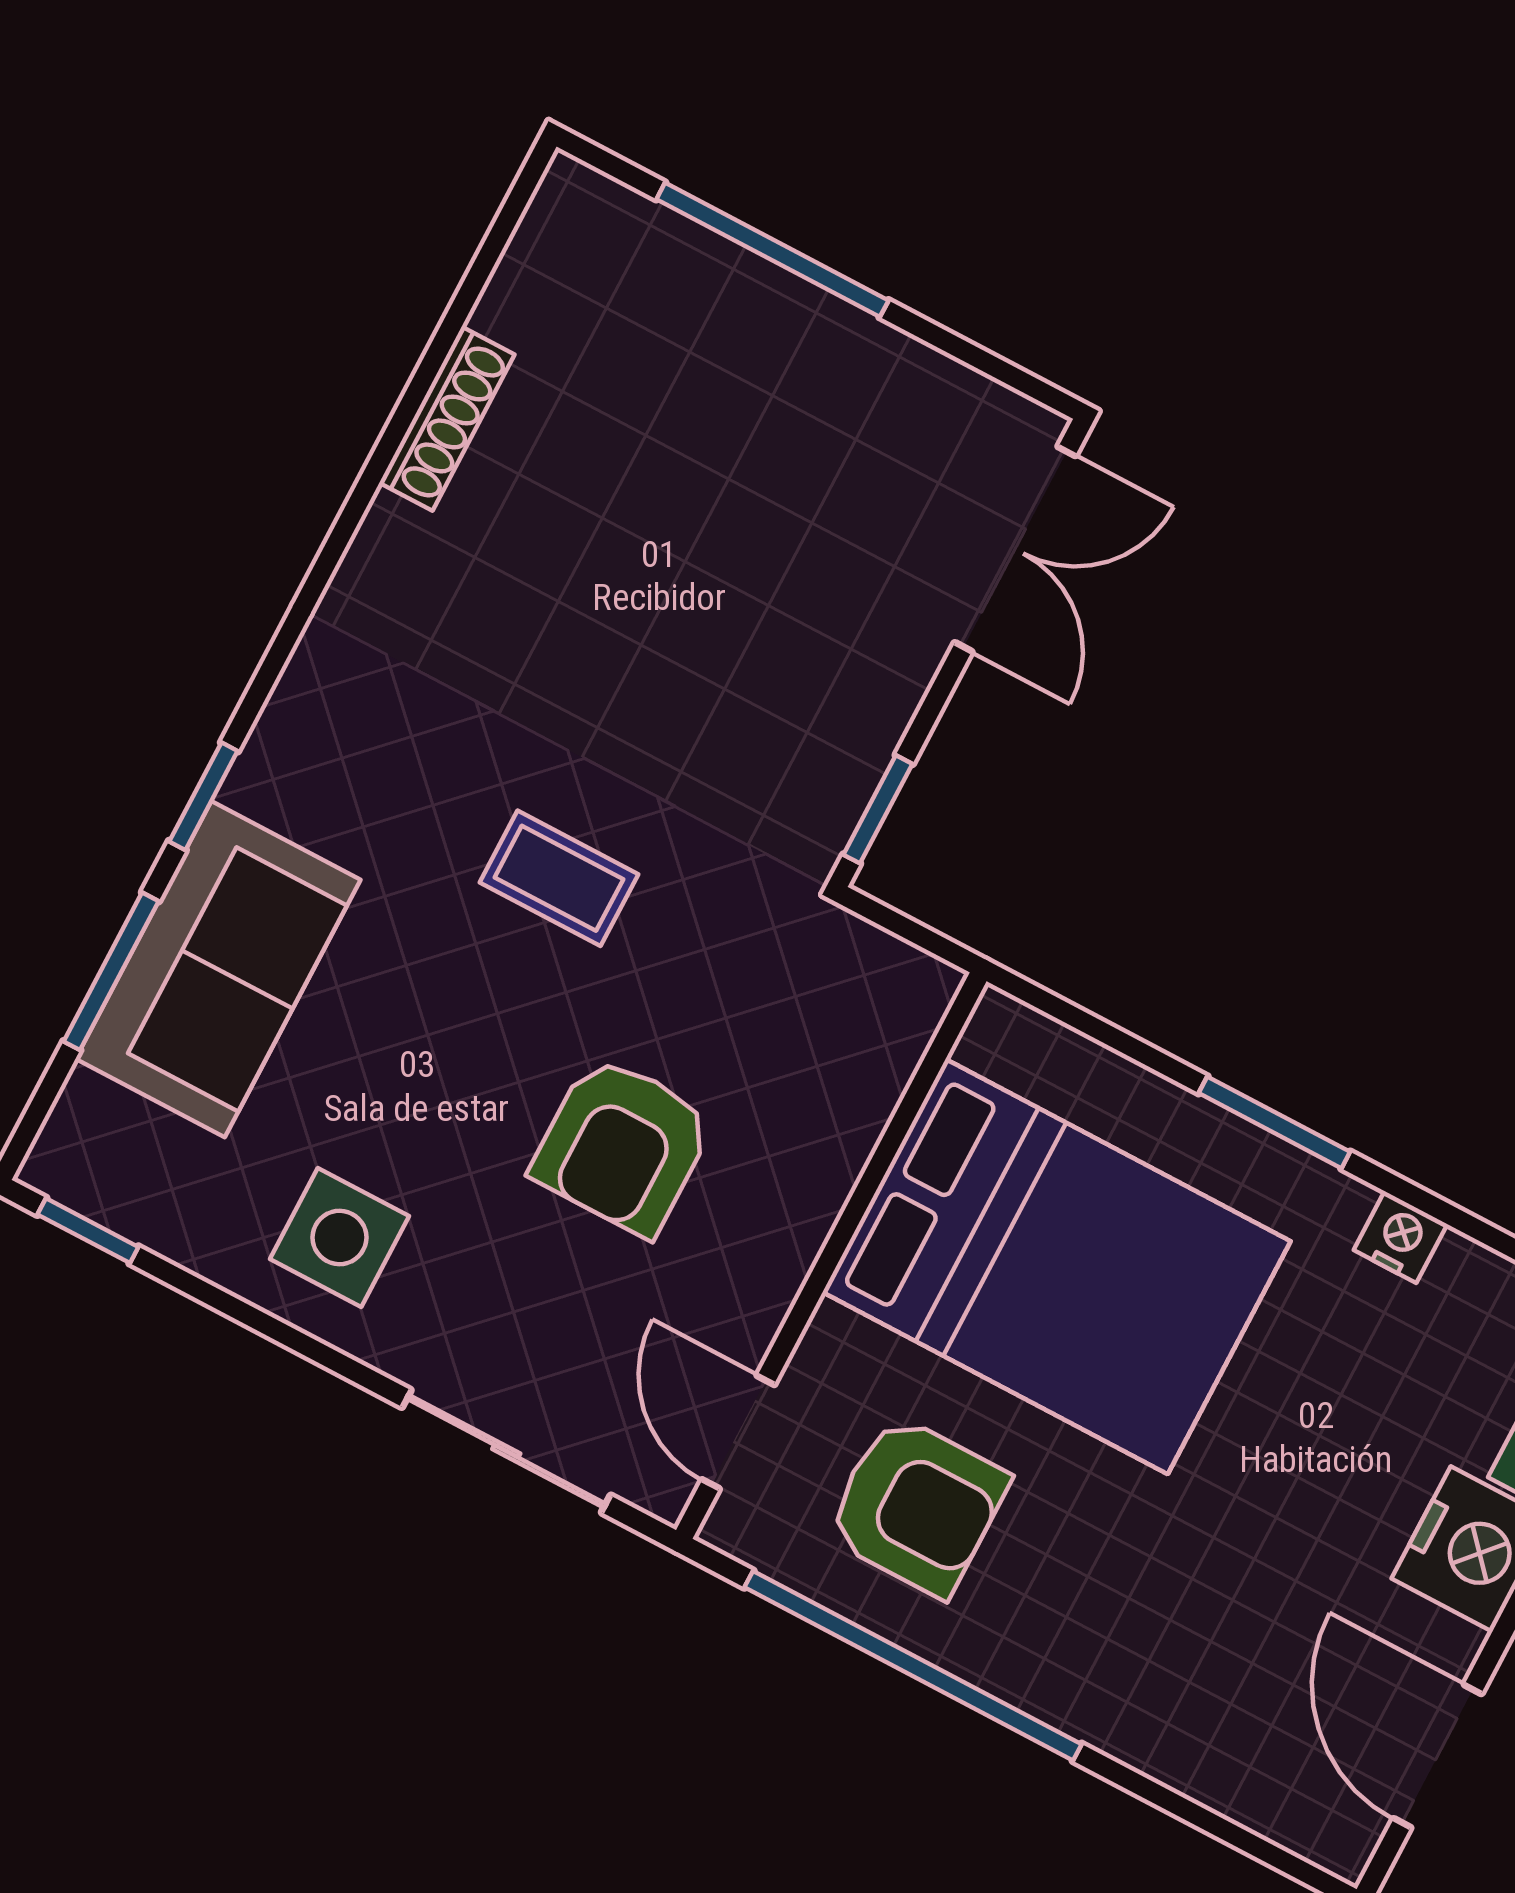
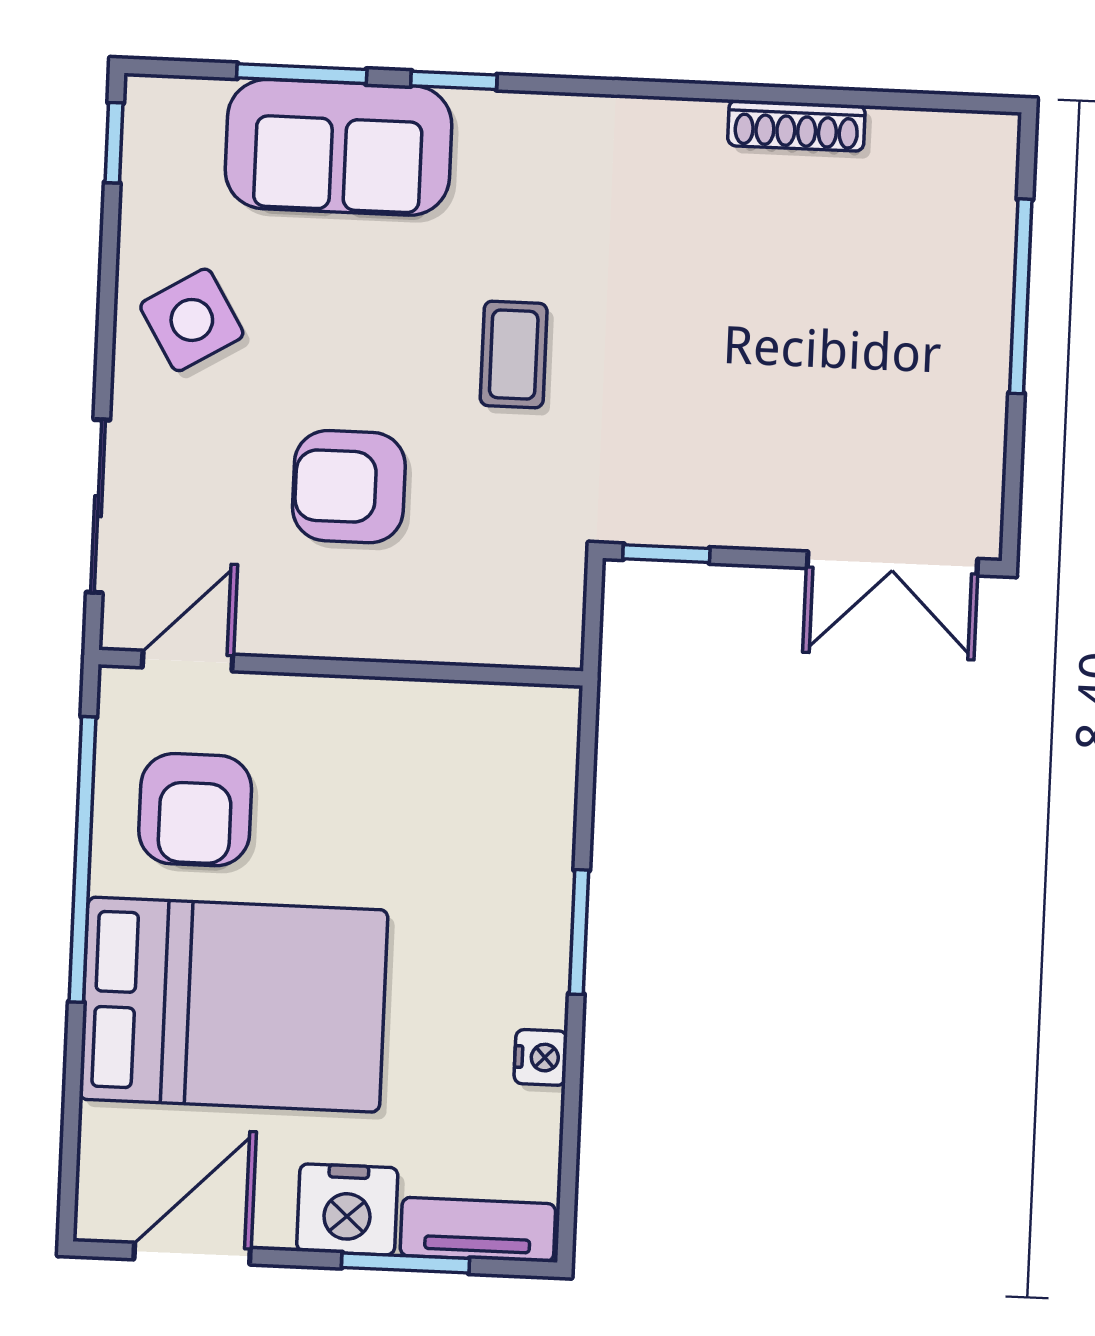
side table: (339, 1237) -> (192, 320), turned -31
bed: (1057, 1267) -> (234, 1005), moved, turned -90

